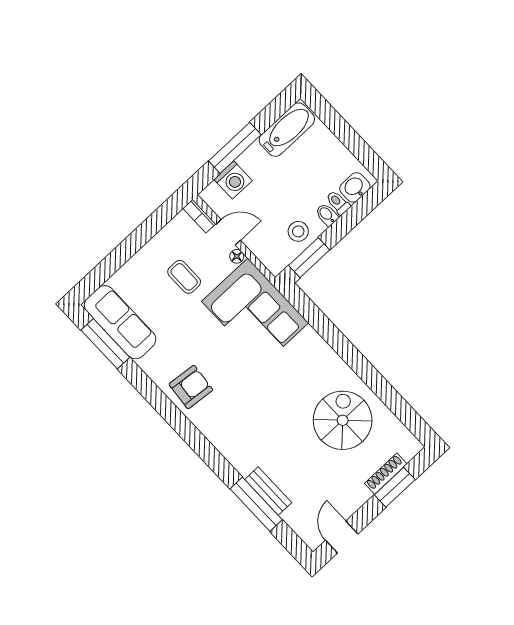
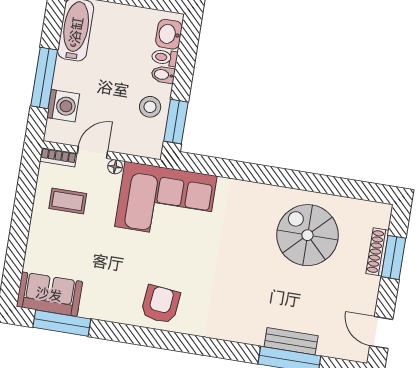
coffee table: (184, 277) -> (68, 201), moved
sofa: (120, 322) -> (49, 294), width x0.73

